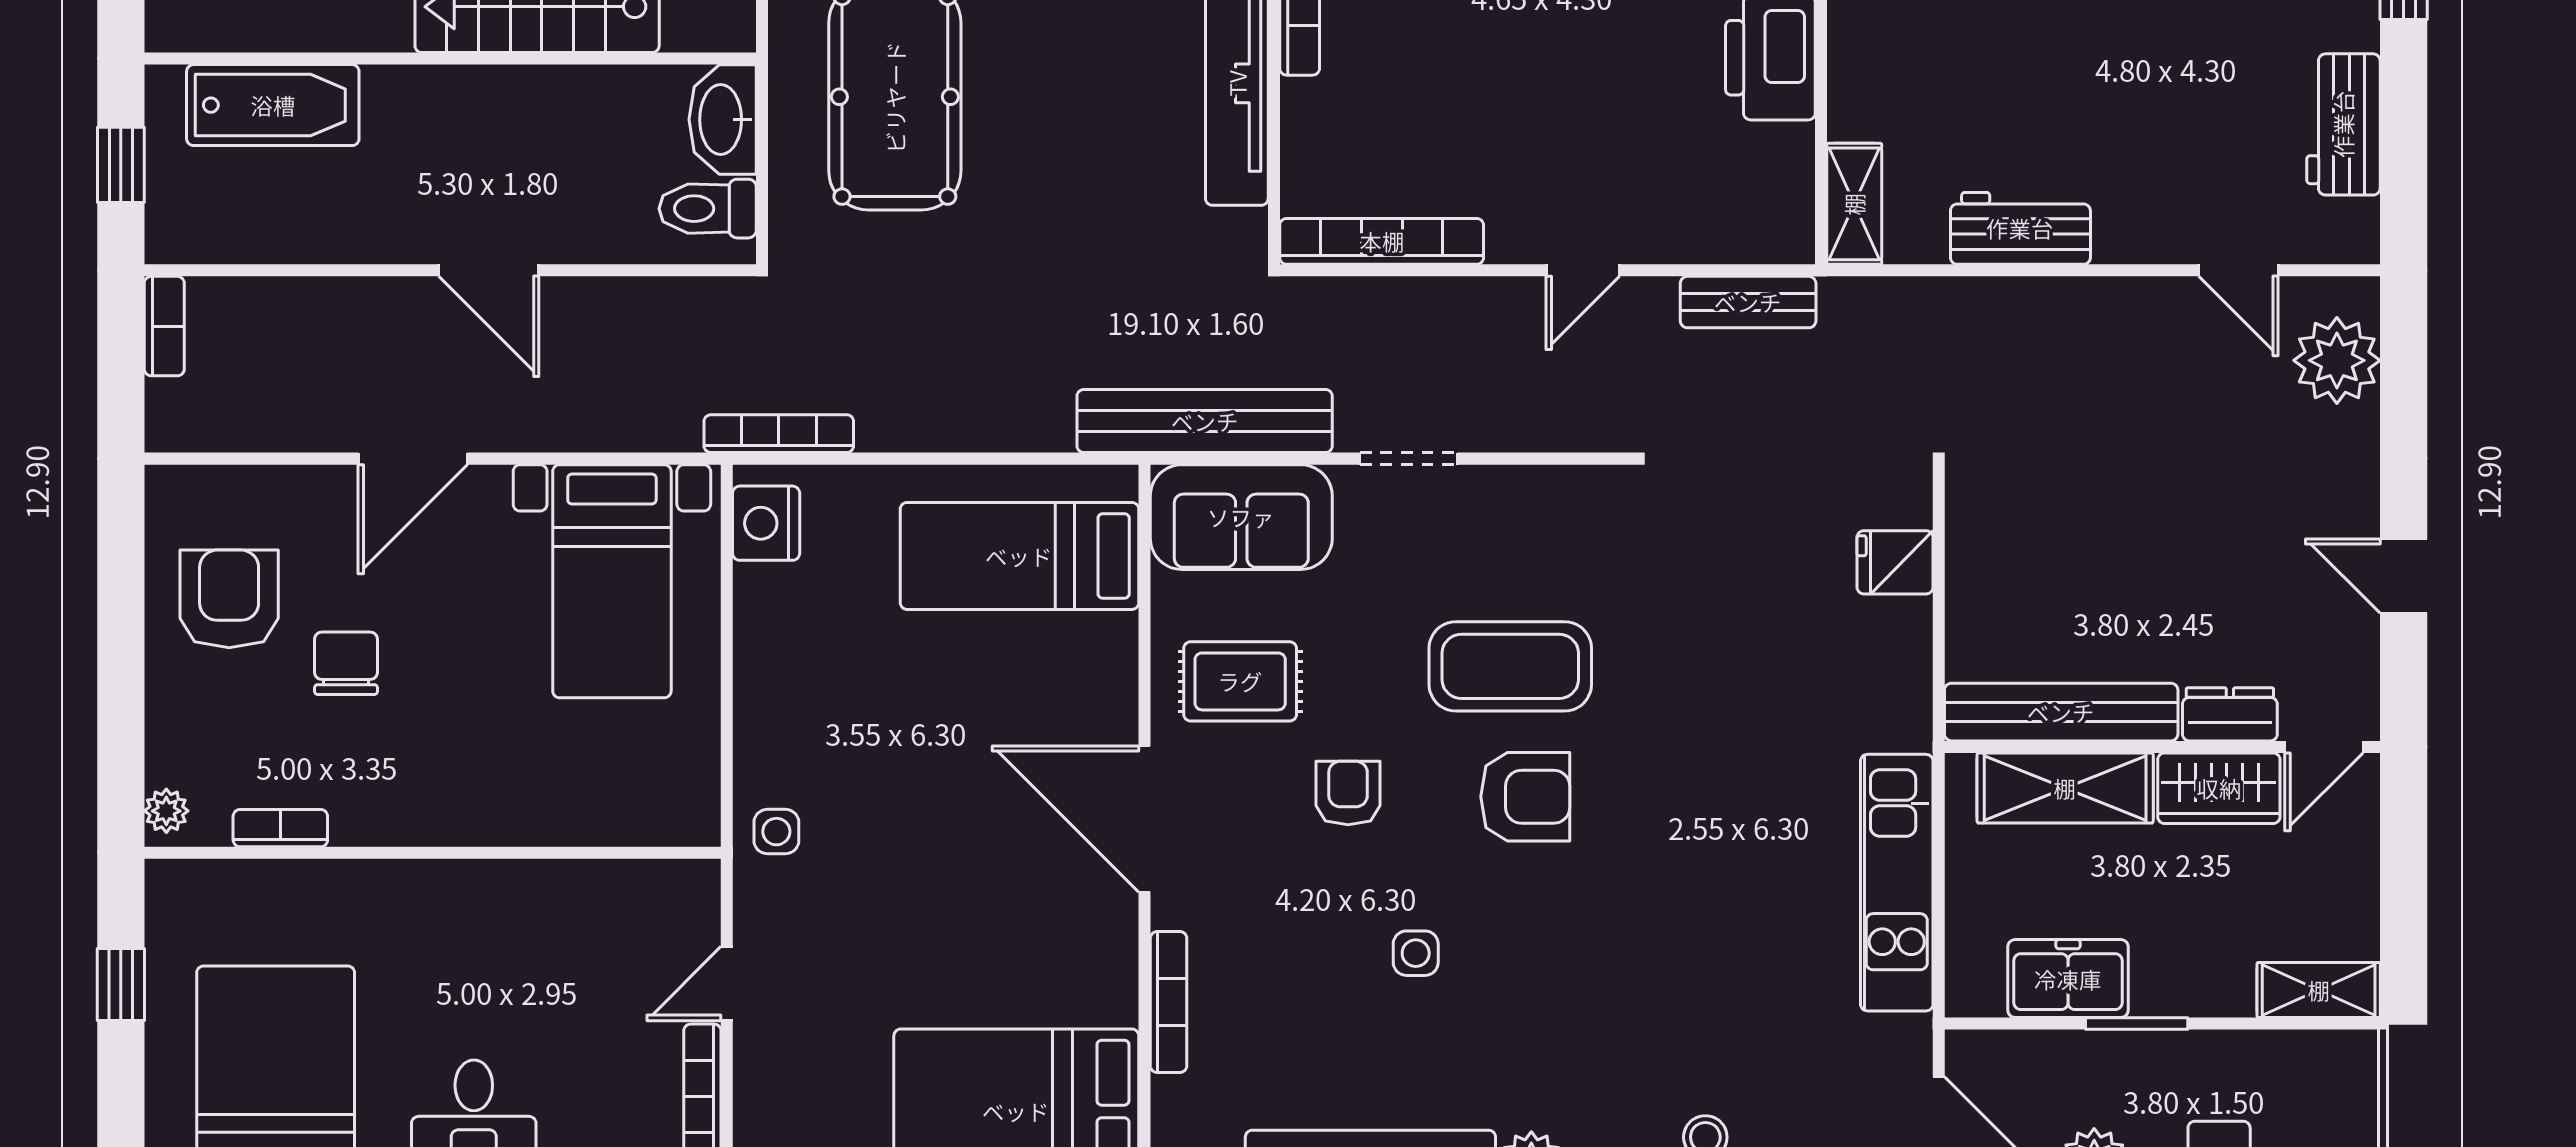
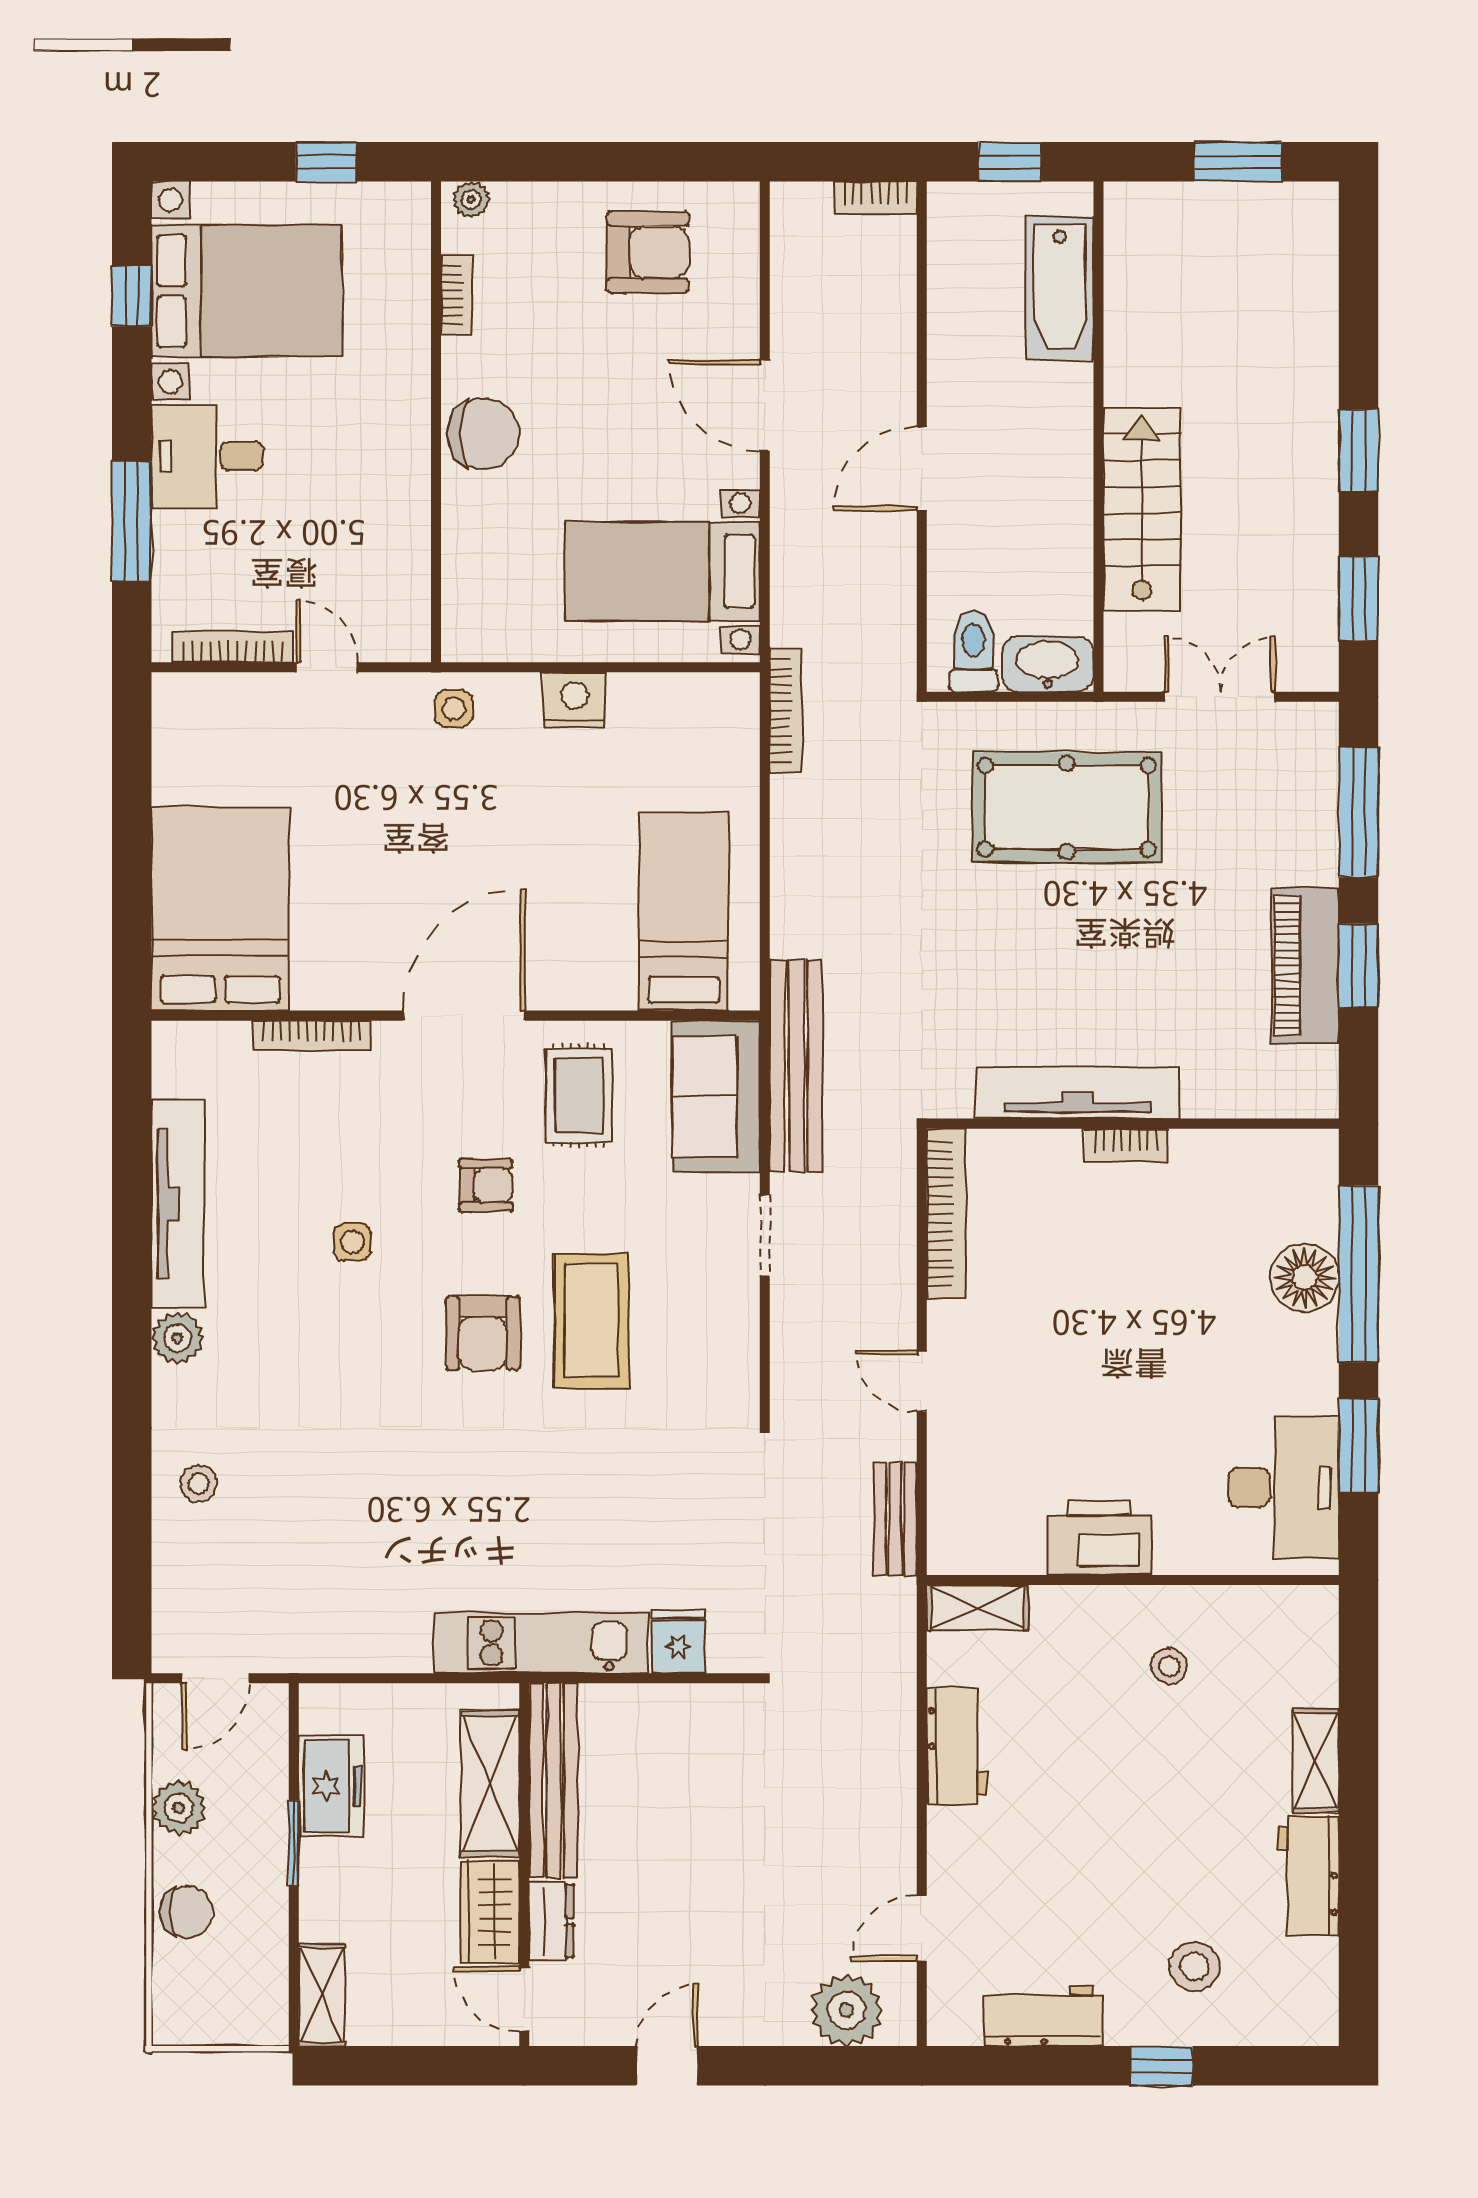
nightstand: (766, 523) -> (574, 700), moved
chair: (346, 663) -> (483, 434), moved, width x1.37, depth x1.37
kitchen unit: (1897, 883) -> (541, 1643), moved

